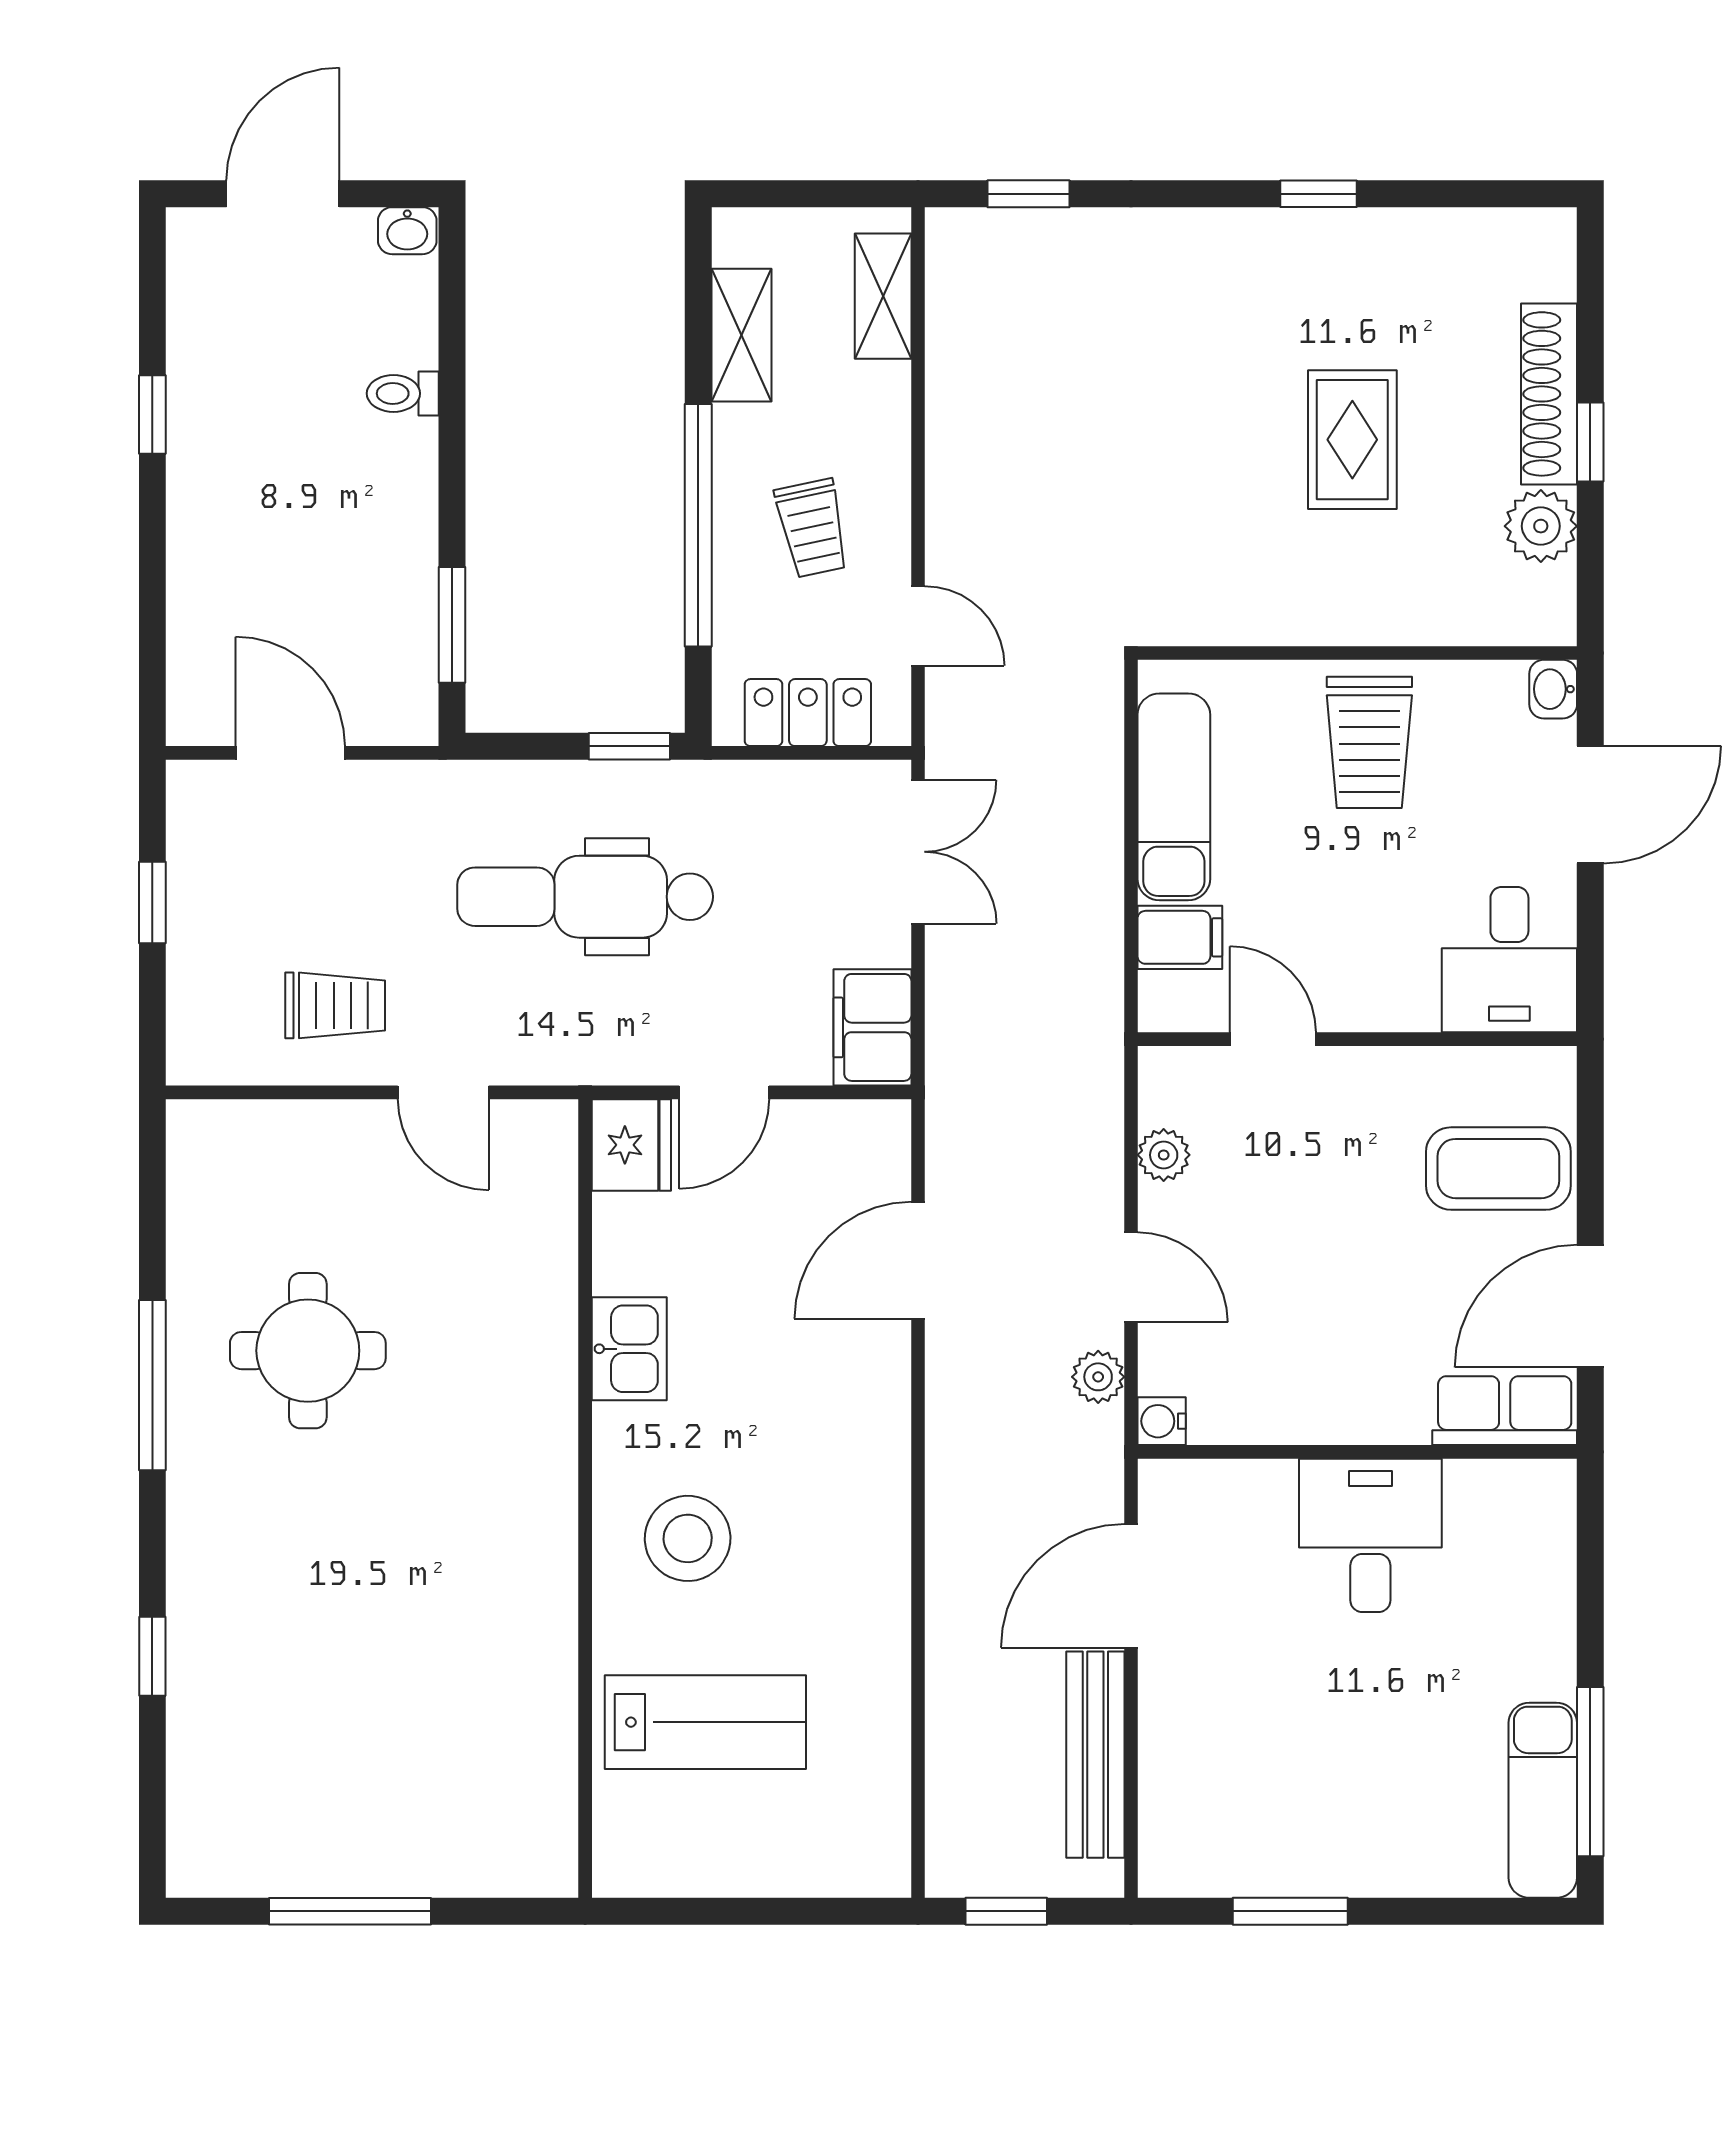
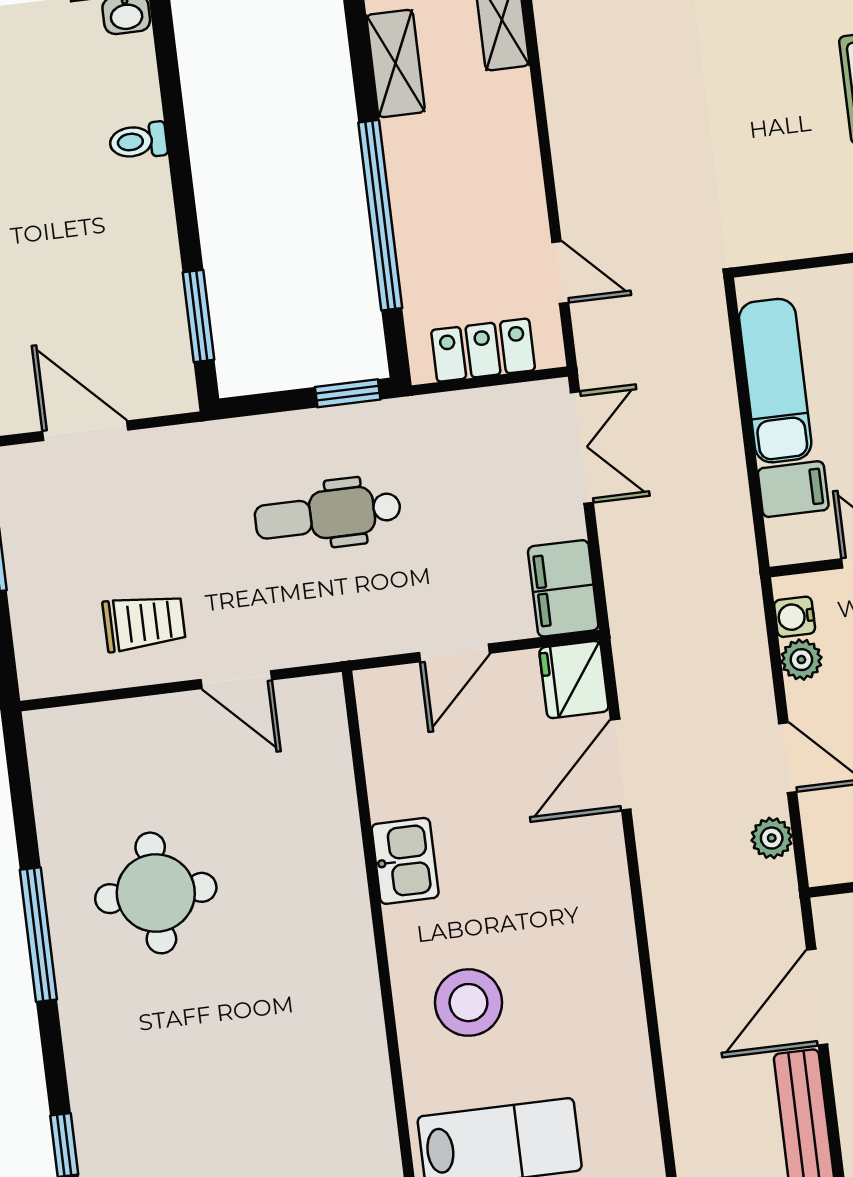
trolley: (812, 528) -> (469, 207), removed
dental chair: (585, 897) -> (328, 514), width x0.73, depth x0.72
fridge: (631, 1145) -> (574, 680), moved, turned 180
water cooler: (1162, 1421) -> (795, 617), moved

